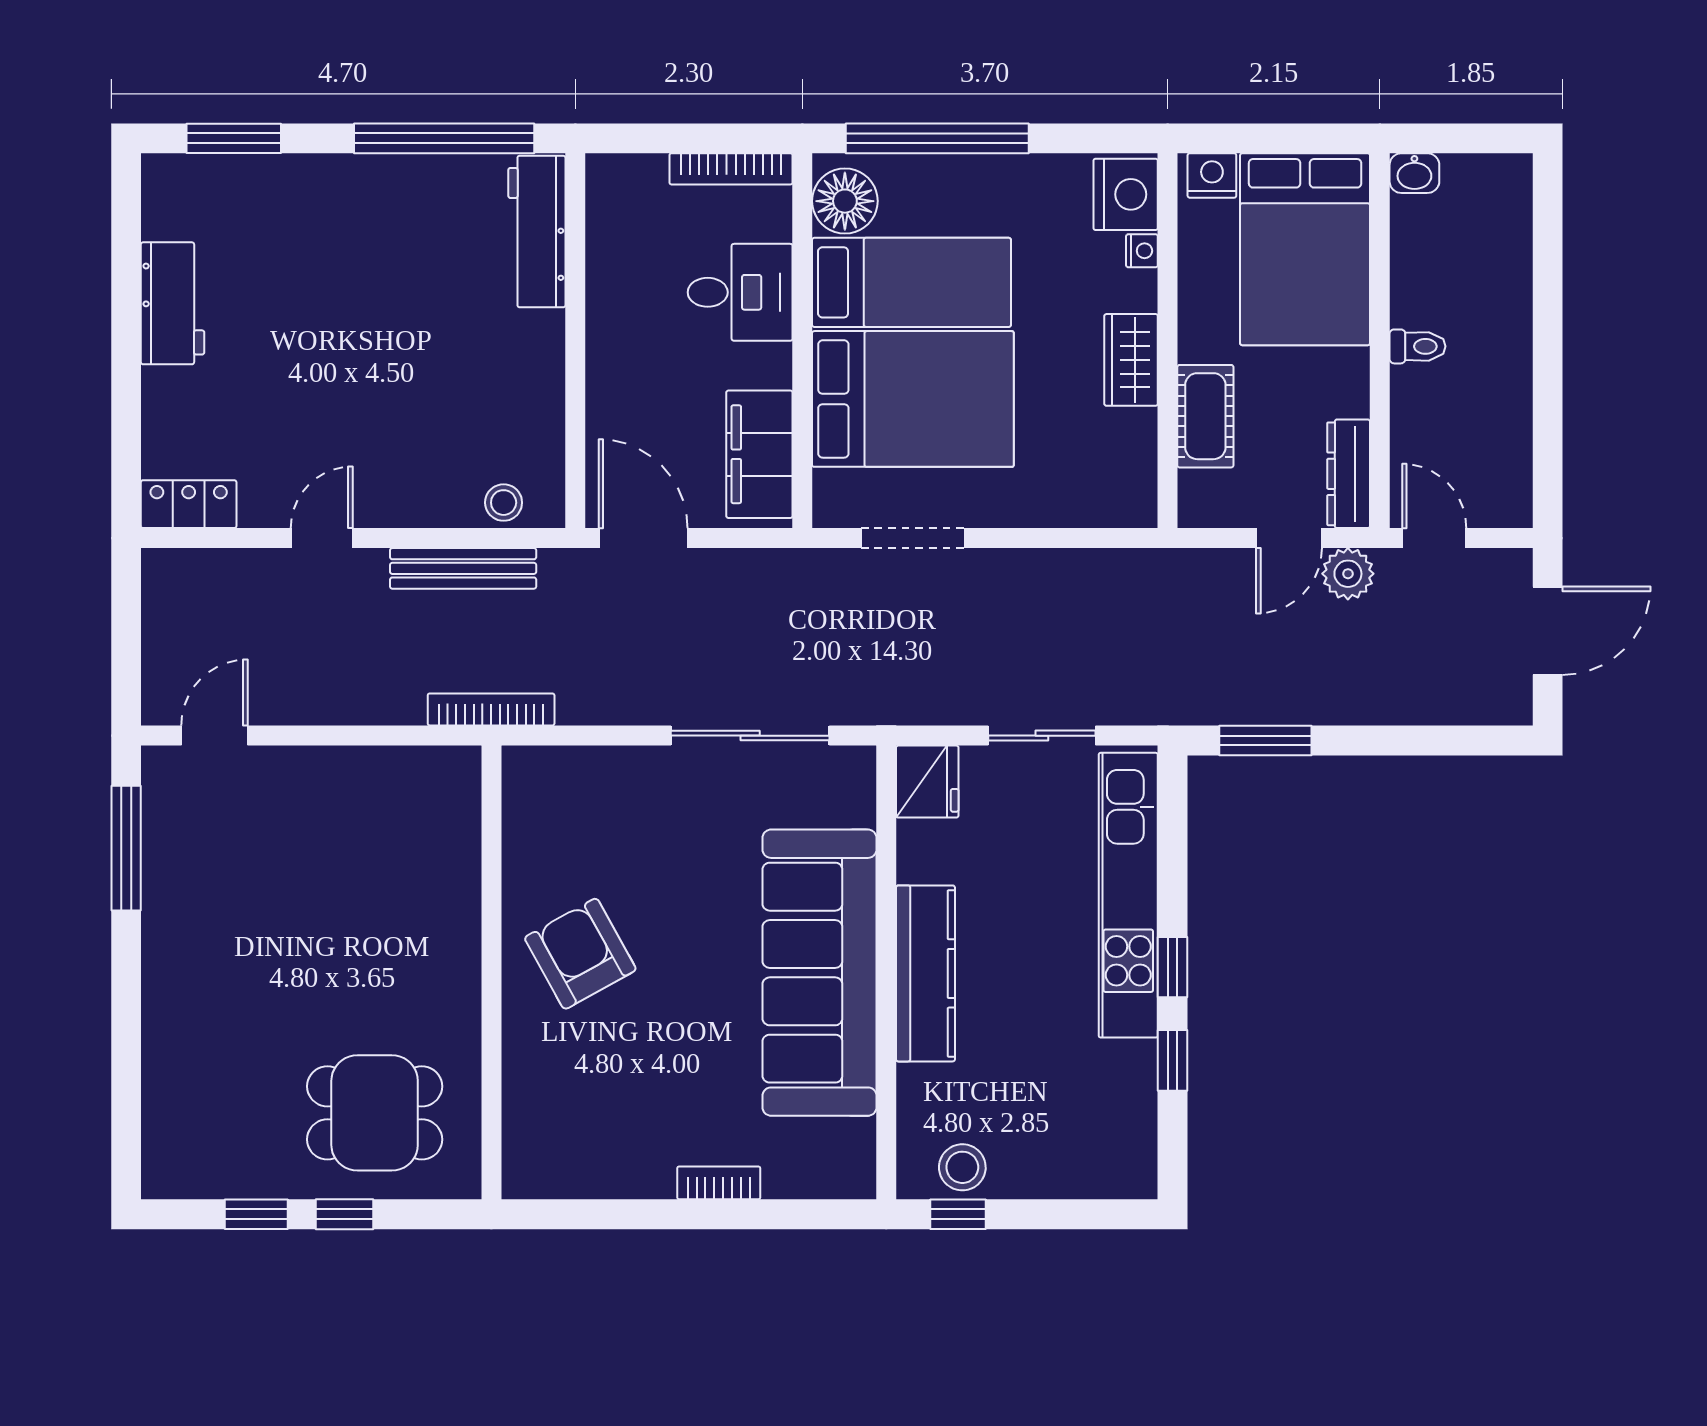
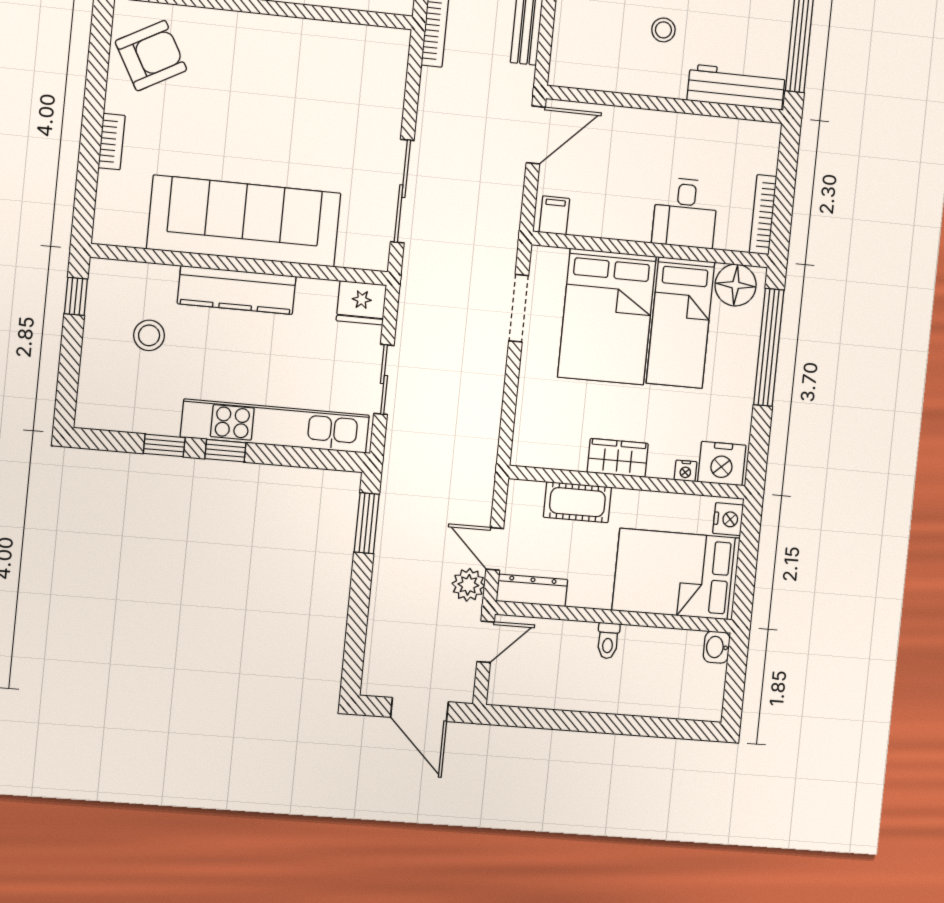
filing cabinet: (759, 454) -> (554, 215), width x0.33, depth x0.86
stool: (504, 503) -> (663, 30), moved
armchair: (580, 954) -> (151, 56), moved
stool: (962, 1167) -> (149, 335), moved

